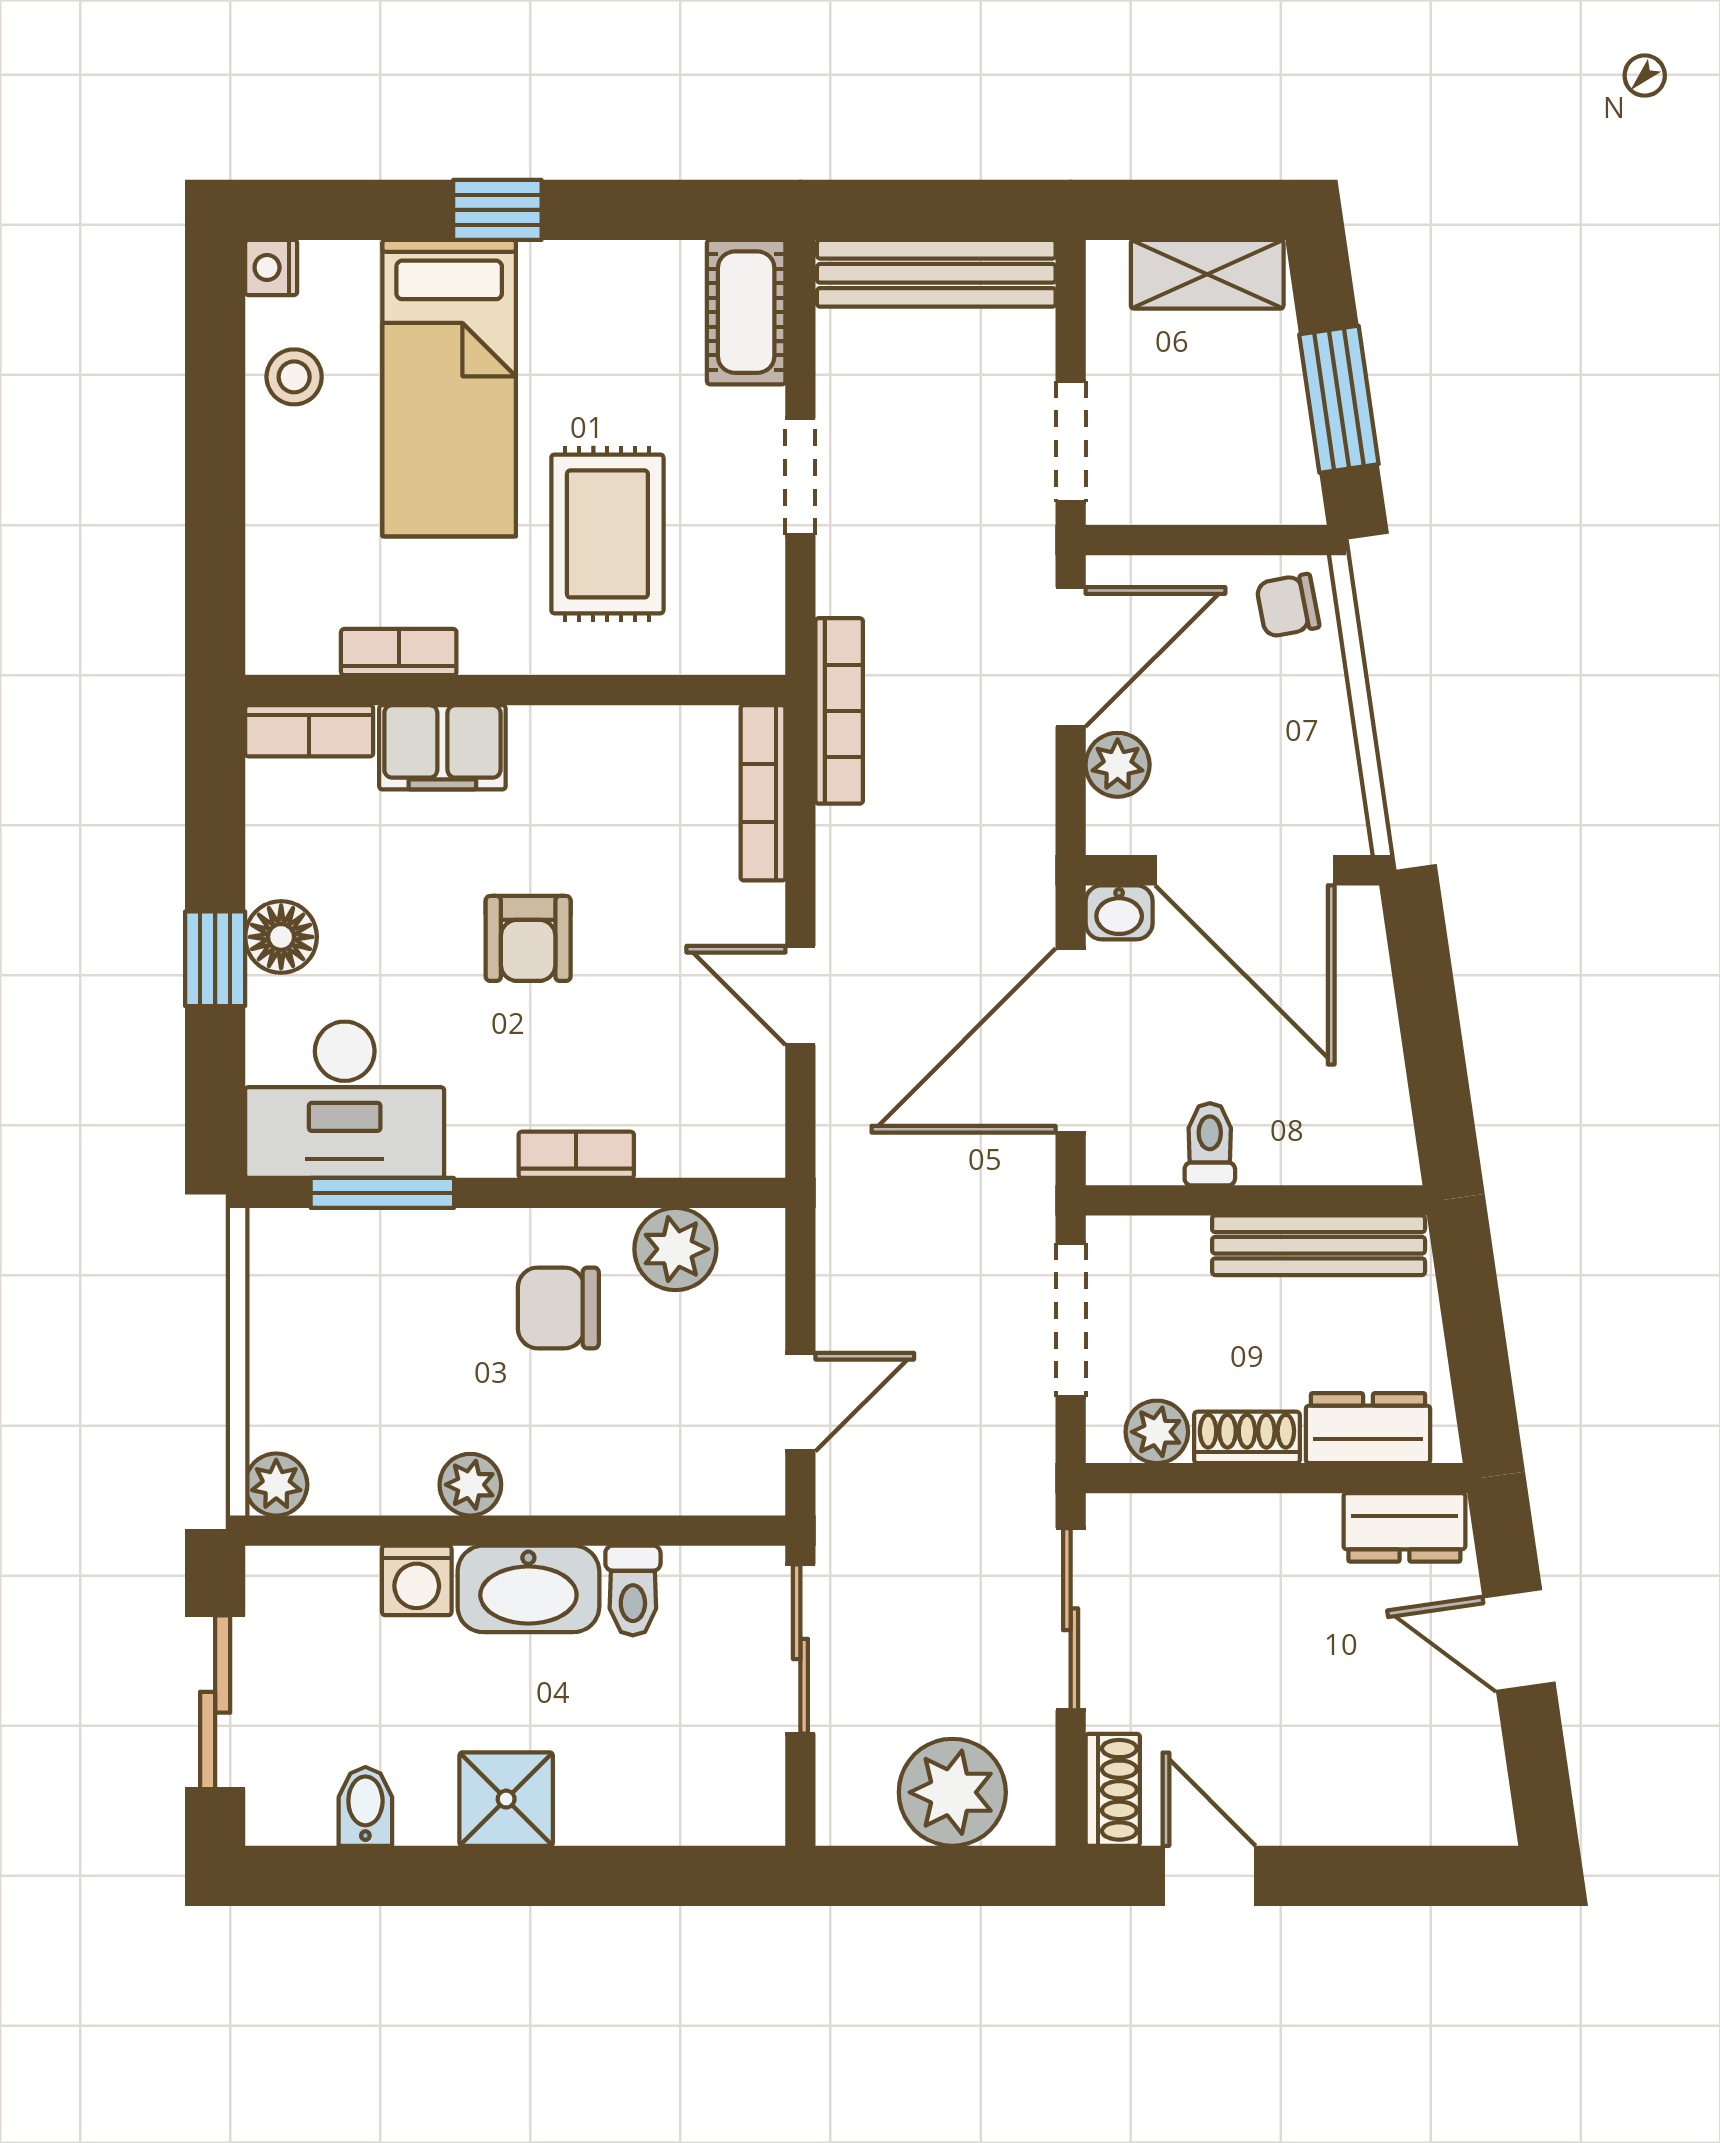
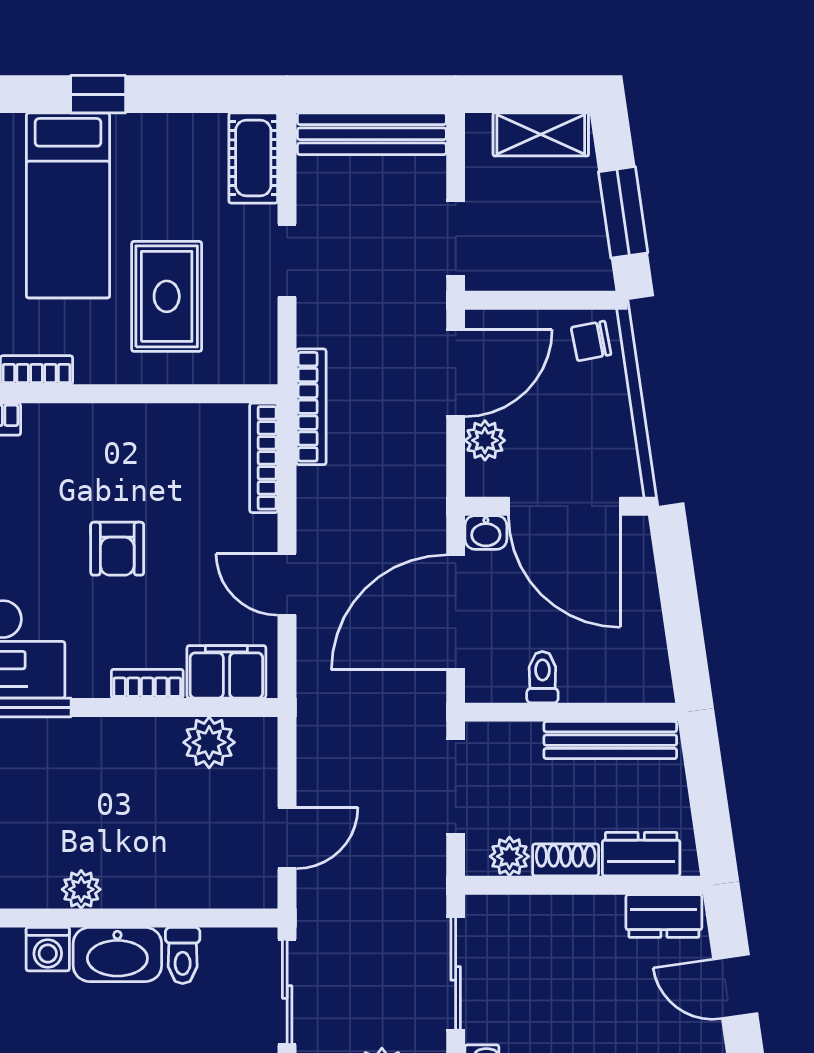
filing cabinet: (442, 747) -> (226, 672), moved, turned 180
chair: (558, 1308) -> (136, 779), removed

